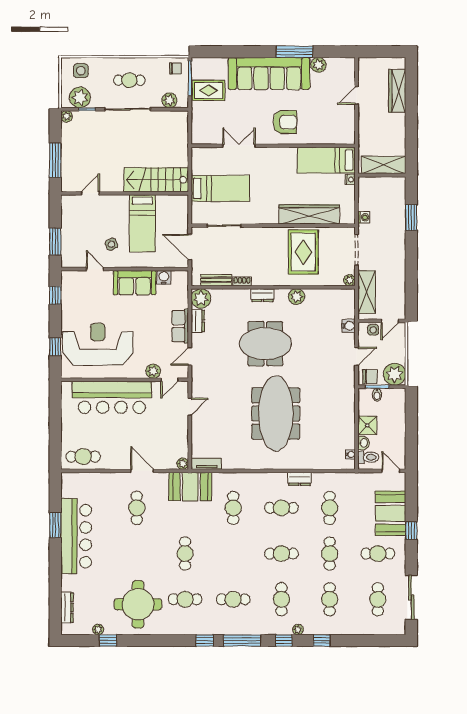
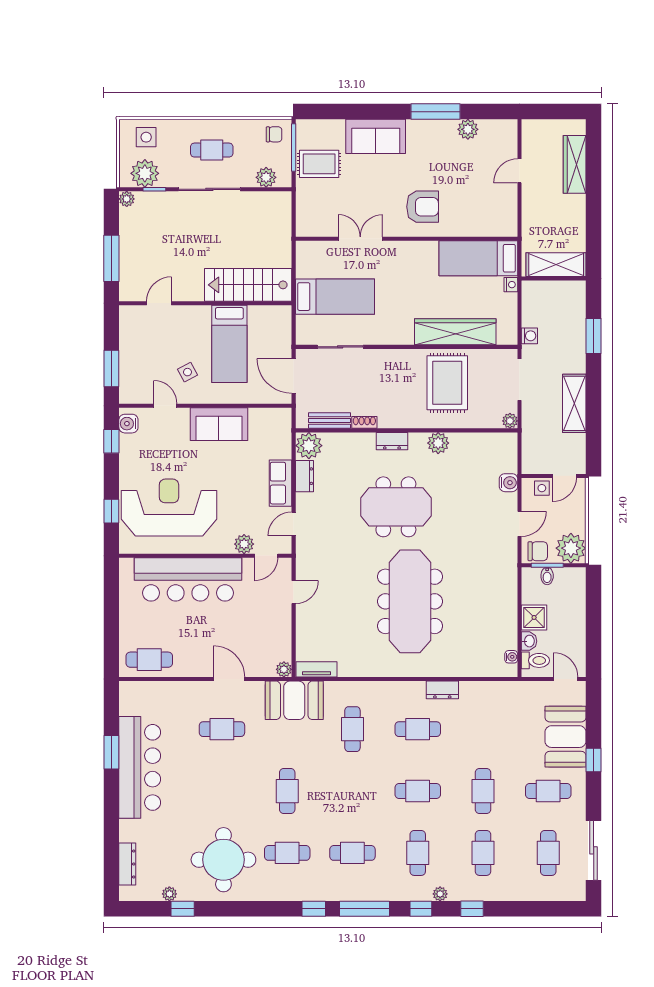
sofa: (269, 74) -> (376, 136), width x0.54, depth x0.79
water cooler: (164, 277) -> (128, 424), moved, turned -90
shelving: (367, 292) -> (574, 403), moved
cafe table: (137, 508) -> (222, 729), turned 90
cafe table: (330, 508) -> (483, 729), removed

